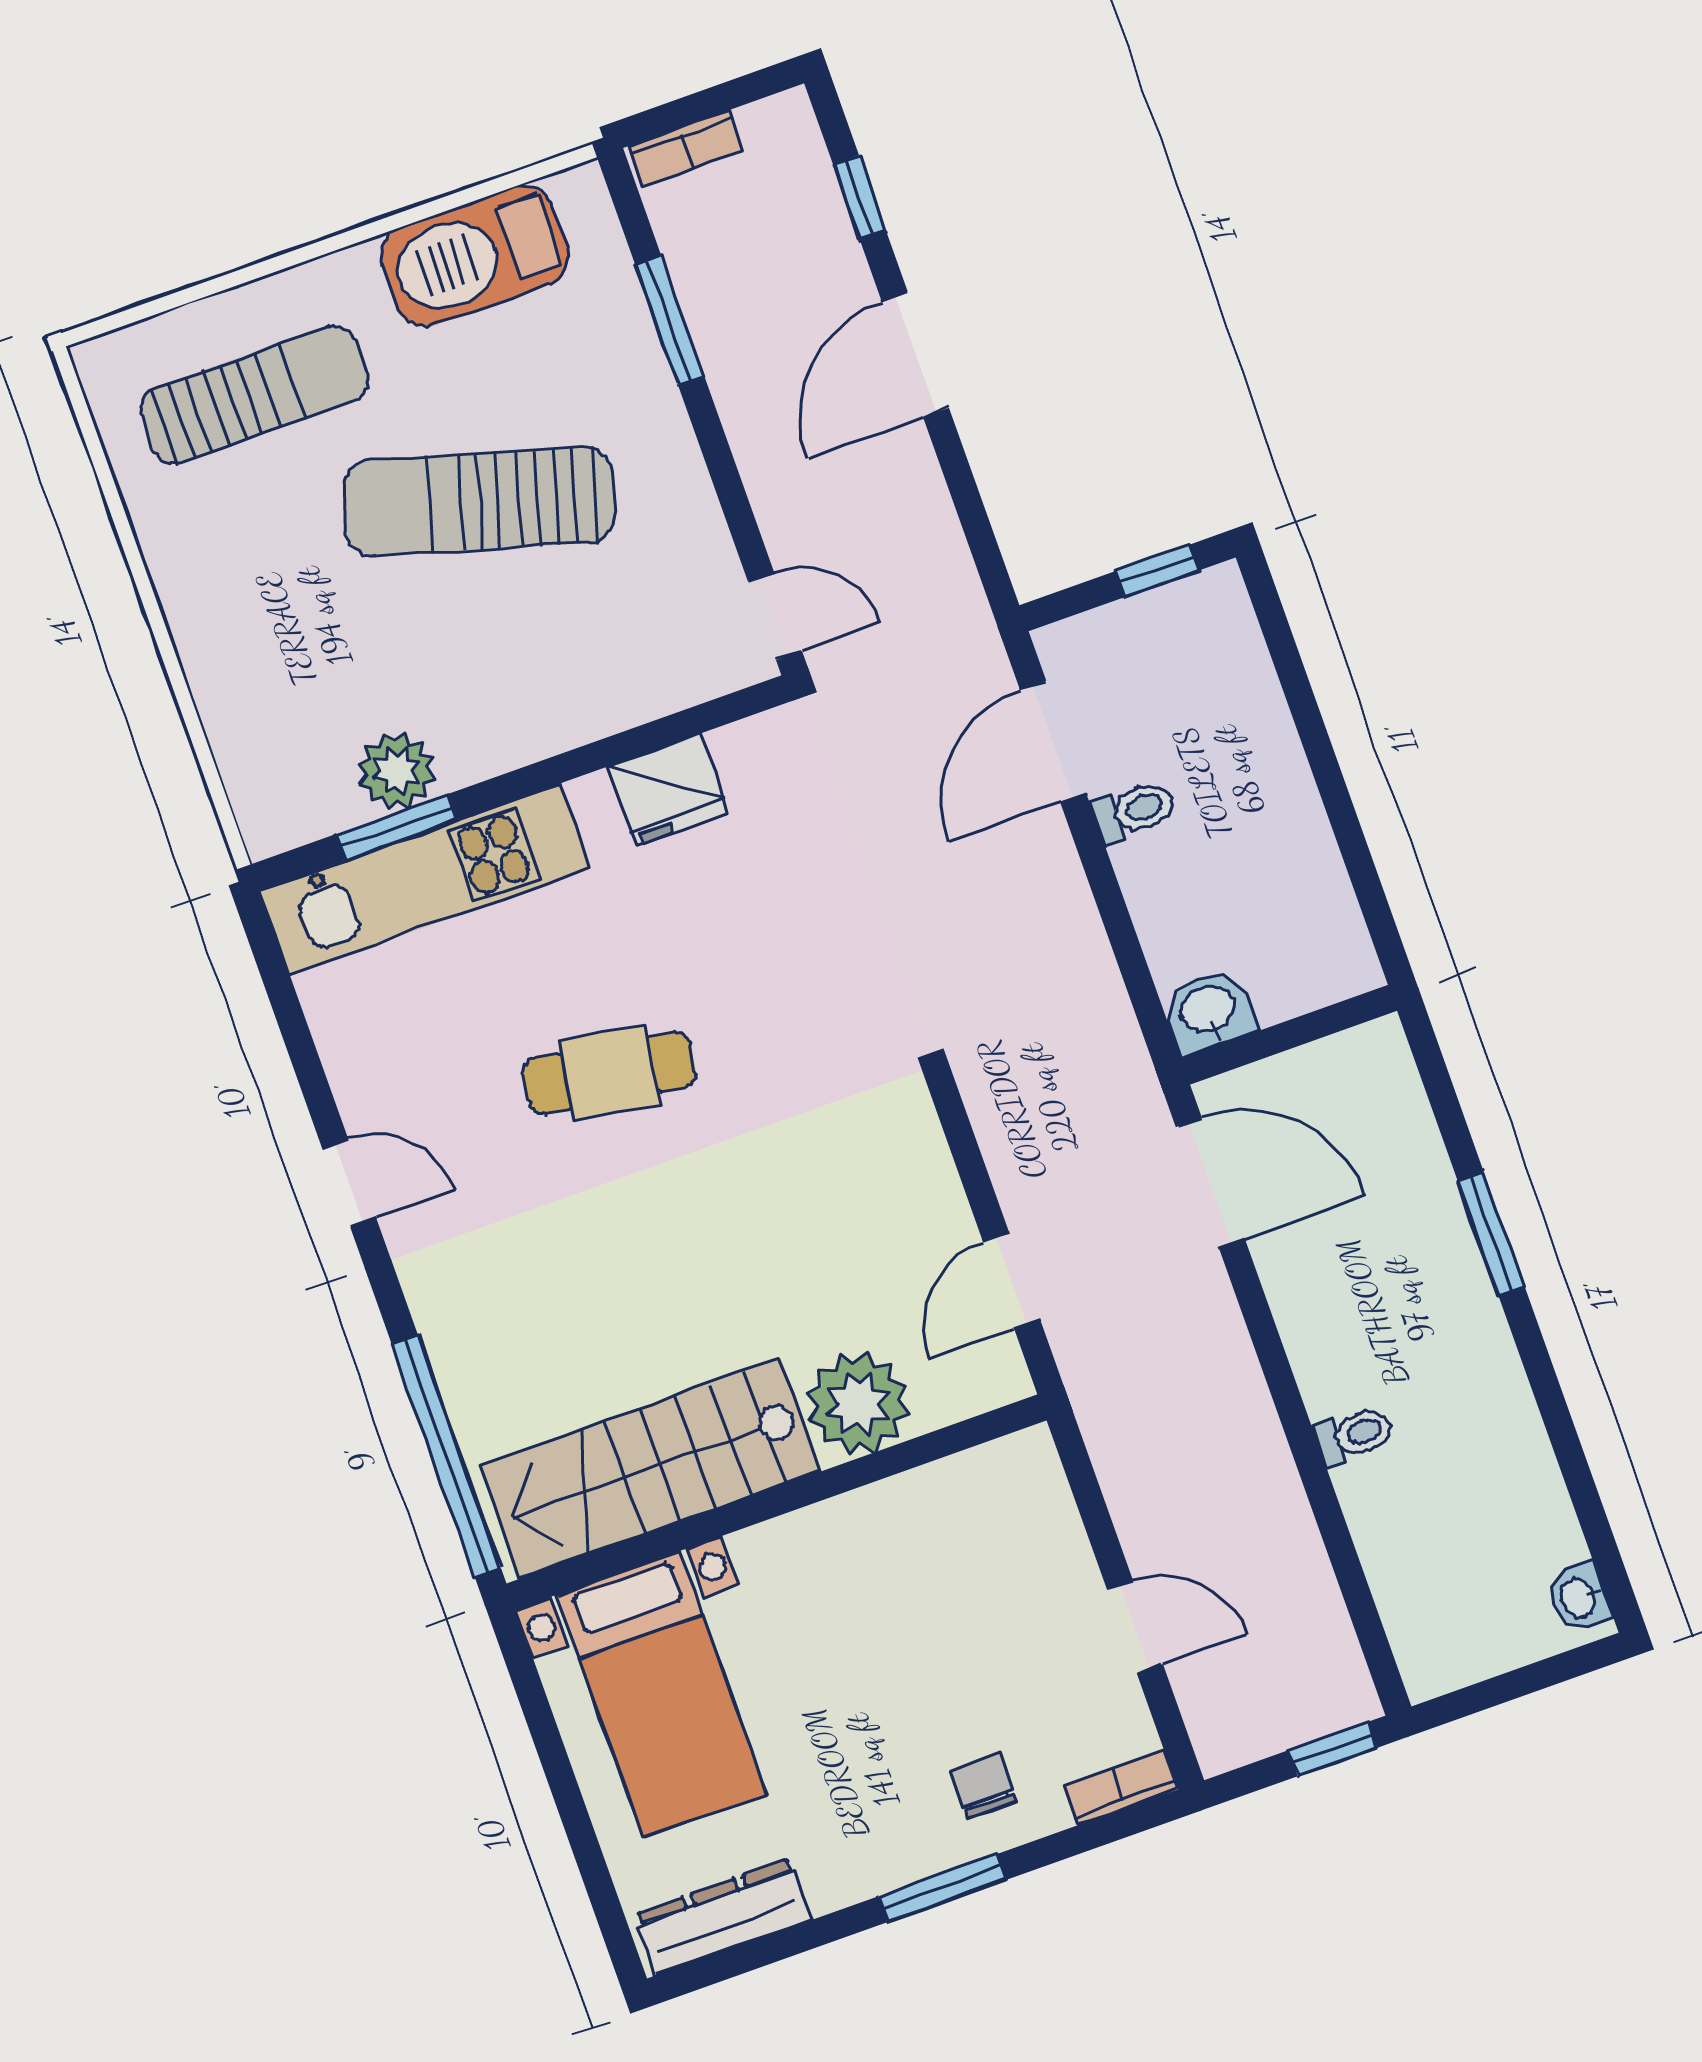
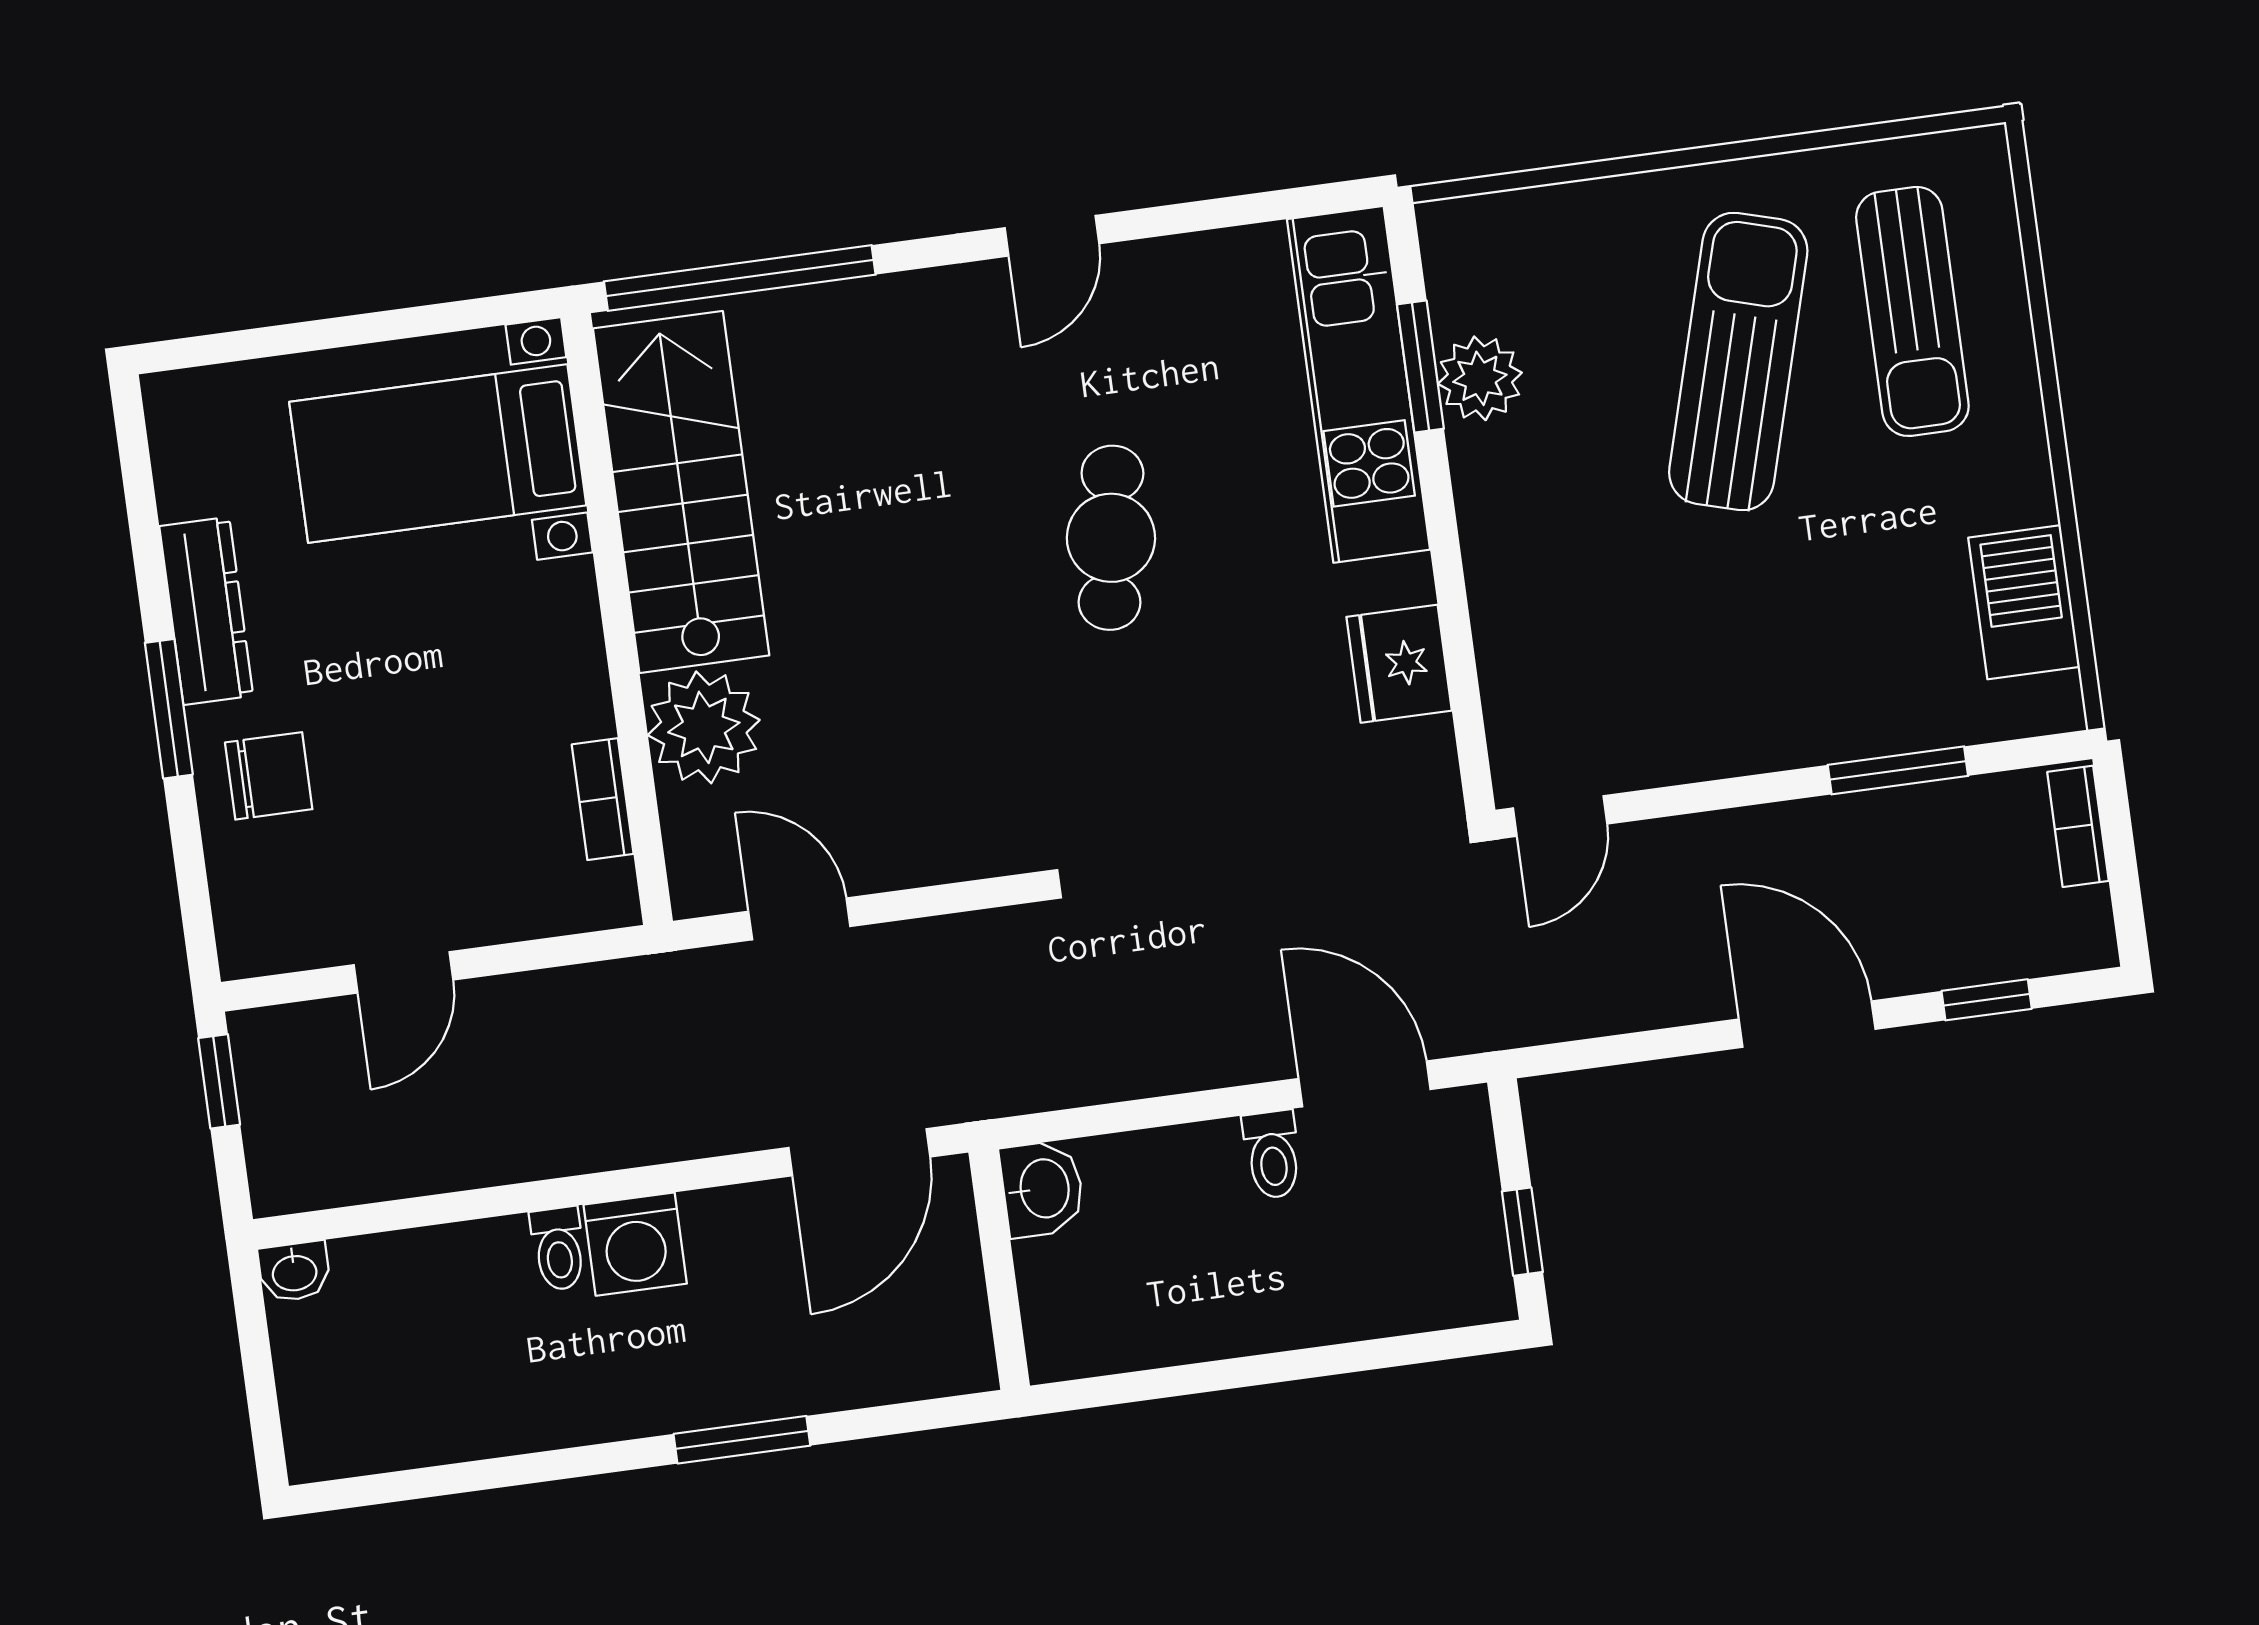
barbecue: (475, 256) -> (2024, 602), width x0.73, depth x0.83
sun lounger: (479, 501) -> (1738, 361), moved
washing machine: (1335, 1367) -> (635, 1244), added
washbasin: (1579, 1598) -> (294, 1272), moved, turned 180
window: (1333, 1749) -> (219, 1081), moved
chair: (984, 1785) -> (269, 776), width x1.37, depth x1.37
bookcase: (1120, 1787) -> (603, 799), moved, turned 180
dresser: (723, 1917) -> (206, 611), moved

